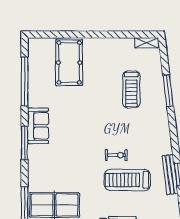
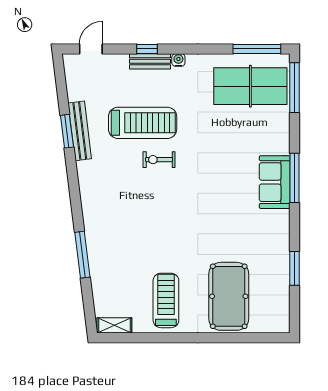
window: (25, 81) -> (295, 268), width x0.47
treadmill: (131, 89) -> (166, 300), moved
sofa: (38, 126) -> (275, 182), moved

